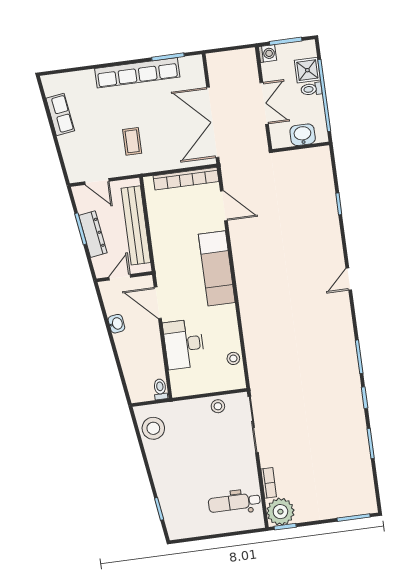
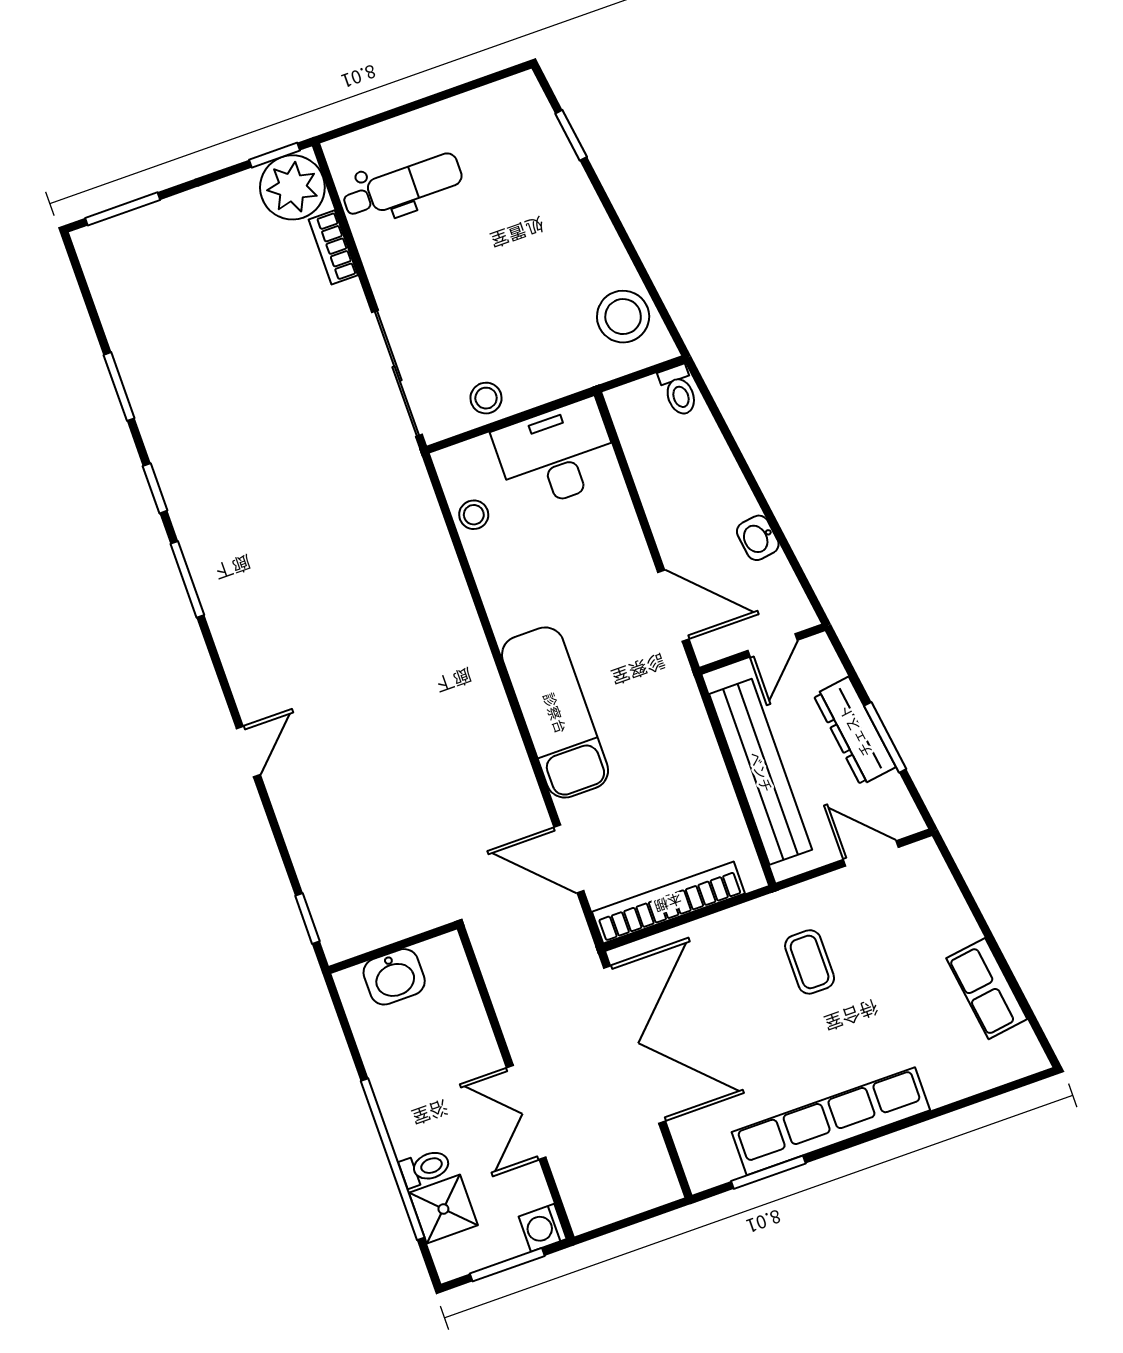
washbasin: (303, 135) -> (394, 977), moved
wall: (301, 147) -> (393, 948), moved
desk: (184, 344) -> (557, 455), moved, turned -90
toilet: (160, 389) -> (679, 391), moved

